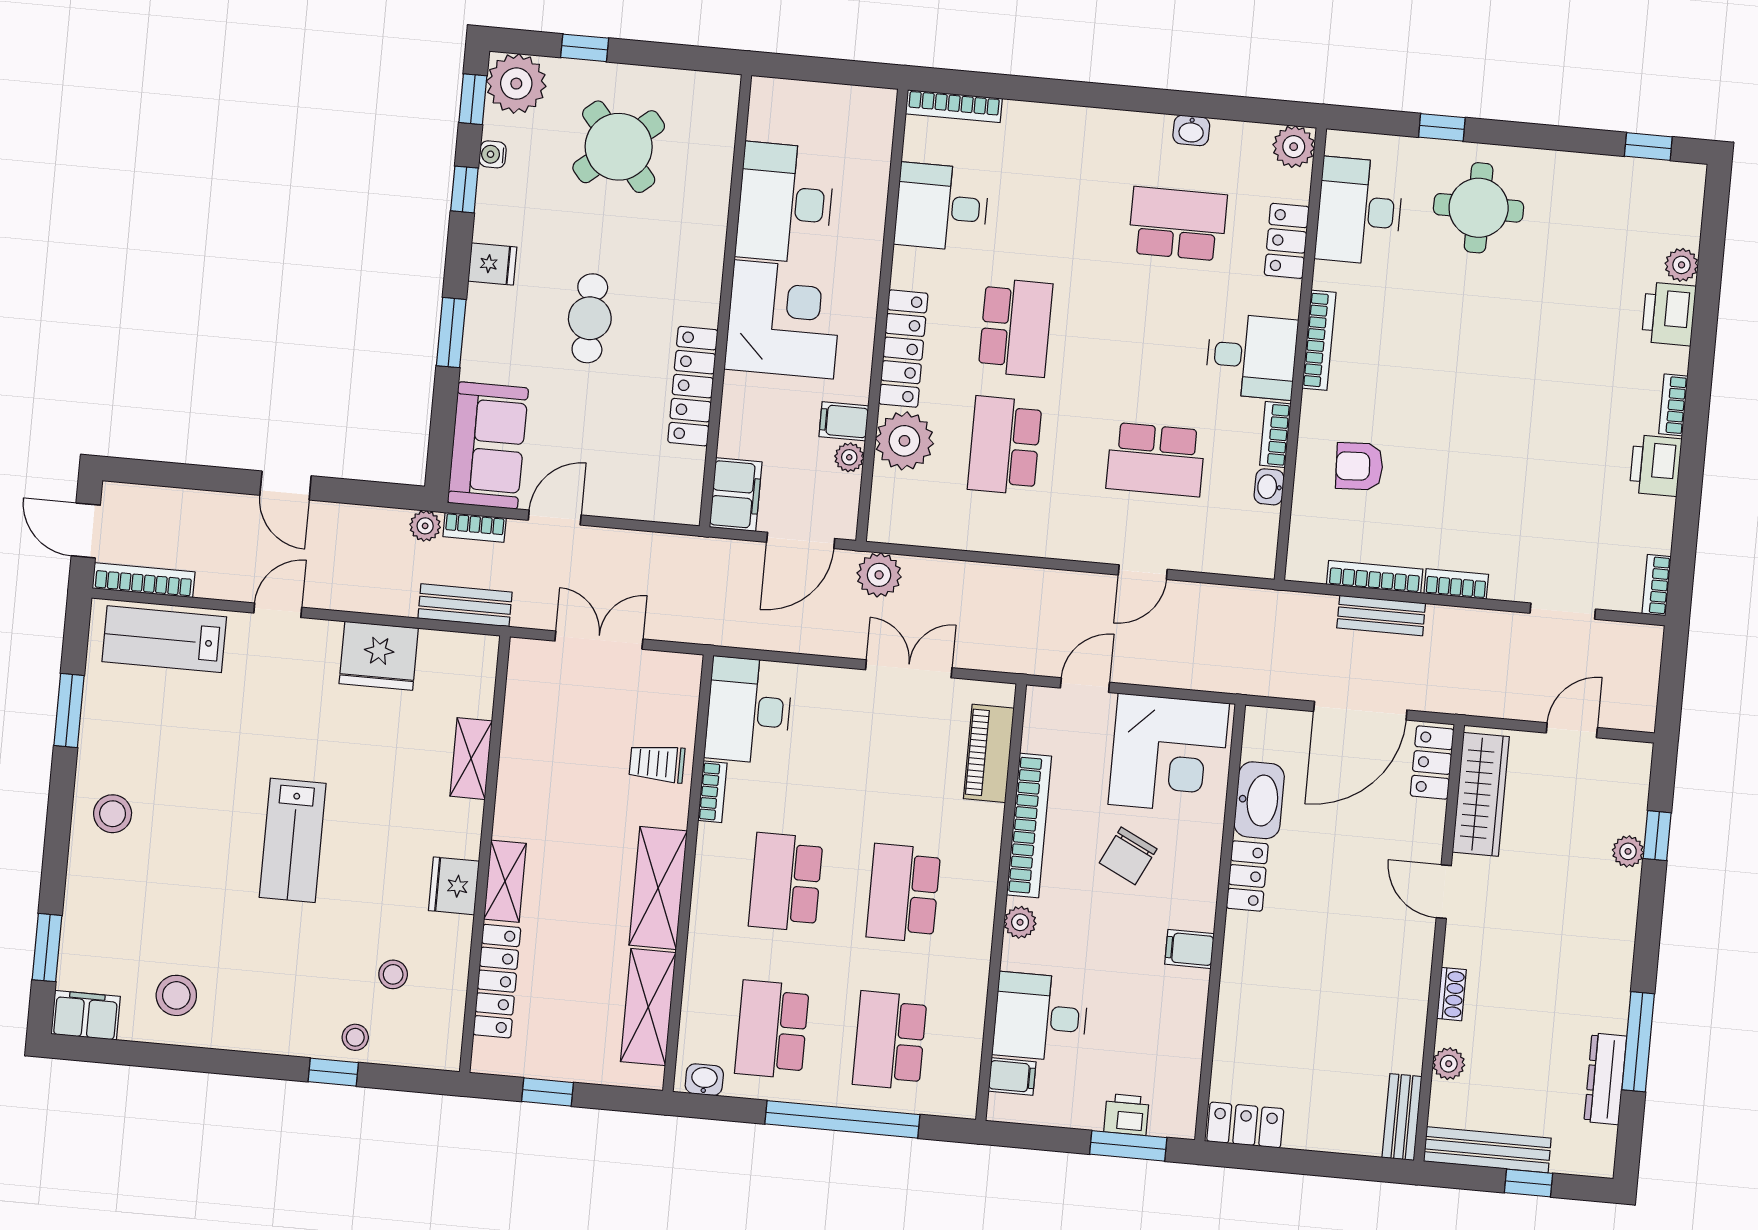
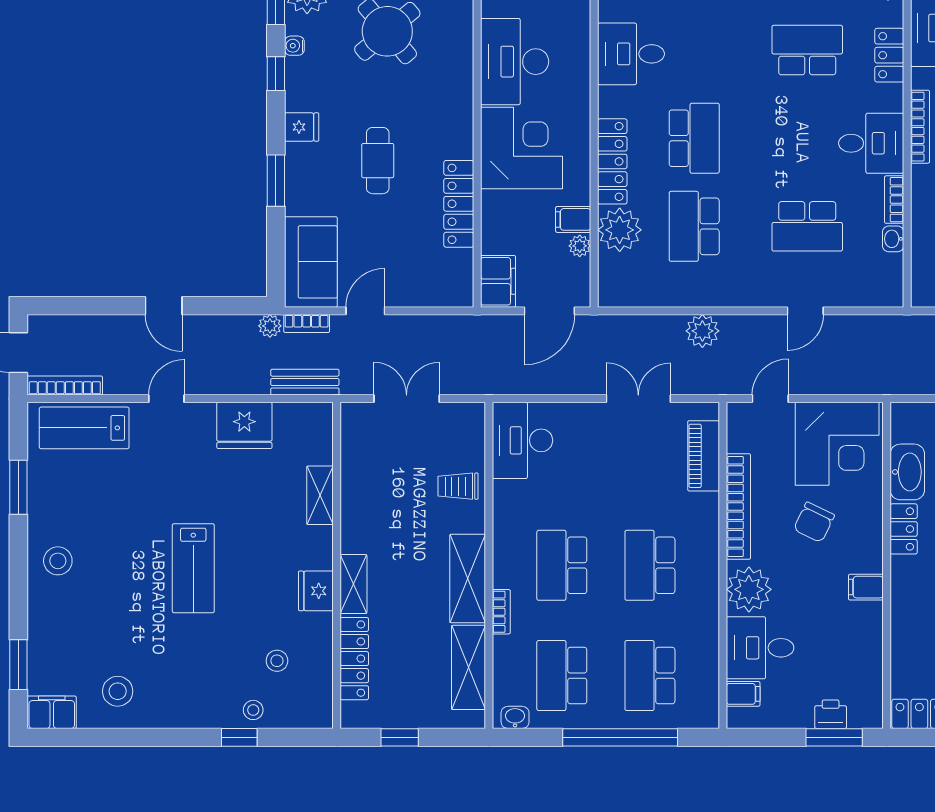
plant: (879, 575) -> (702, 331), moved
bookcase: (712, 792) -> (501, 612), moved
plant: (1020, 922) -> (749, 589), width x1.87, depth x1.87

